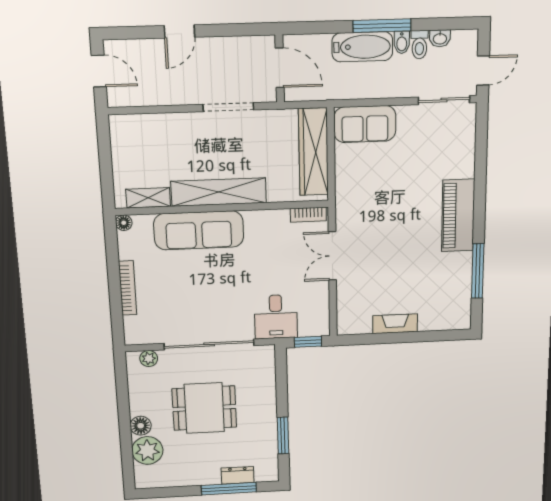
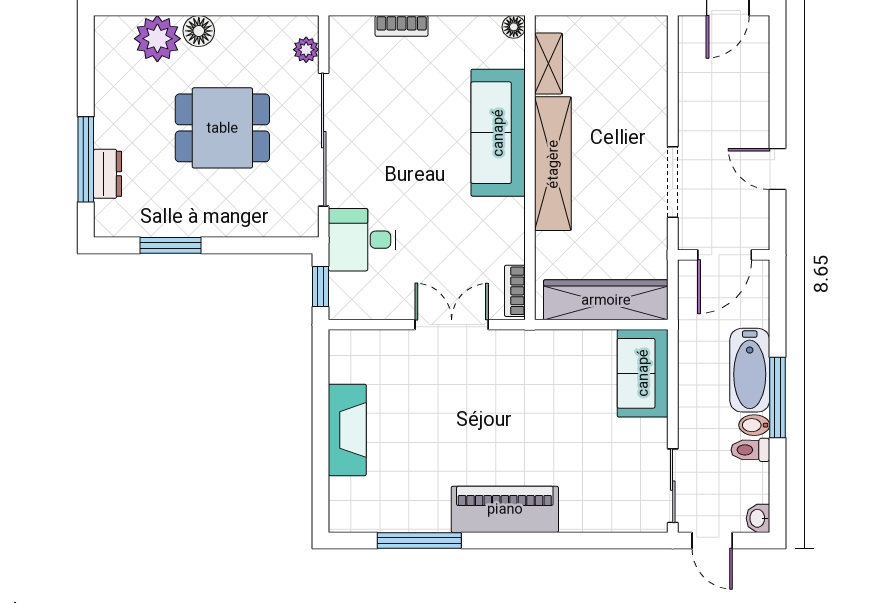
door: (179, 31) -> (777, 169), moved
washbasin: (440, 38) -> (758, 518), moved
bookcase: (128, 288) -> (402, 26), width x0.64
fireplace: (395, 324) -> (347, 430), width x1.37, depth x1.32
dining table: (204, 408) -> (222, 128), turned 90

